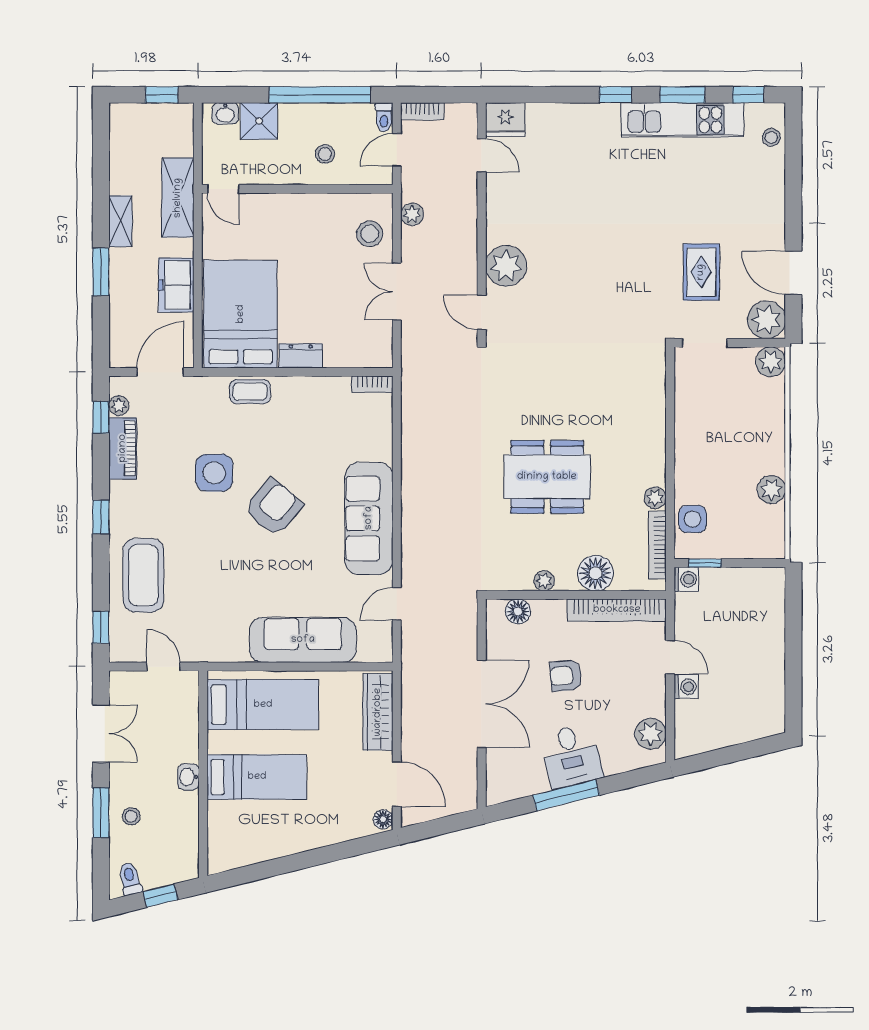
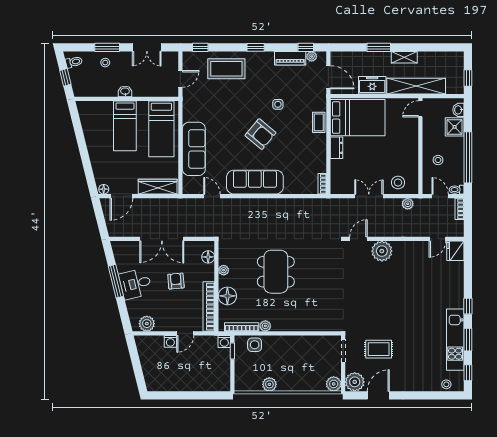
shelving: (178, 198) -> (416, 86), width x1.47
side table: (214, 473) -> (278, 104), width x0.54, depth x0.54

